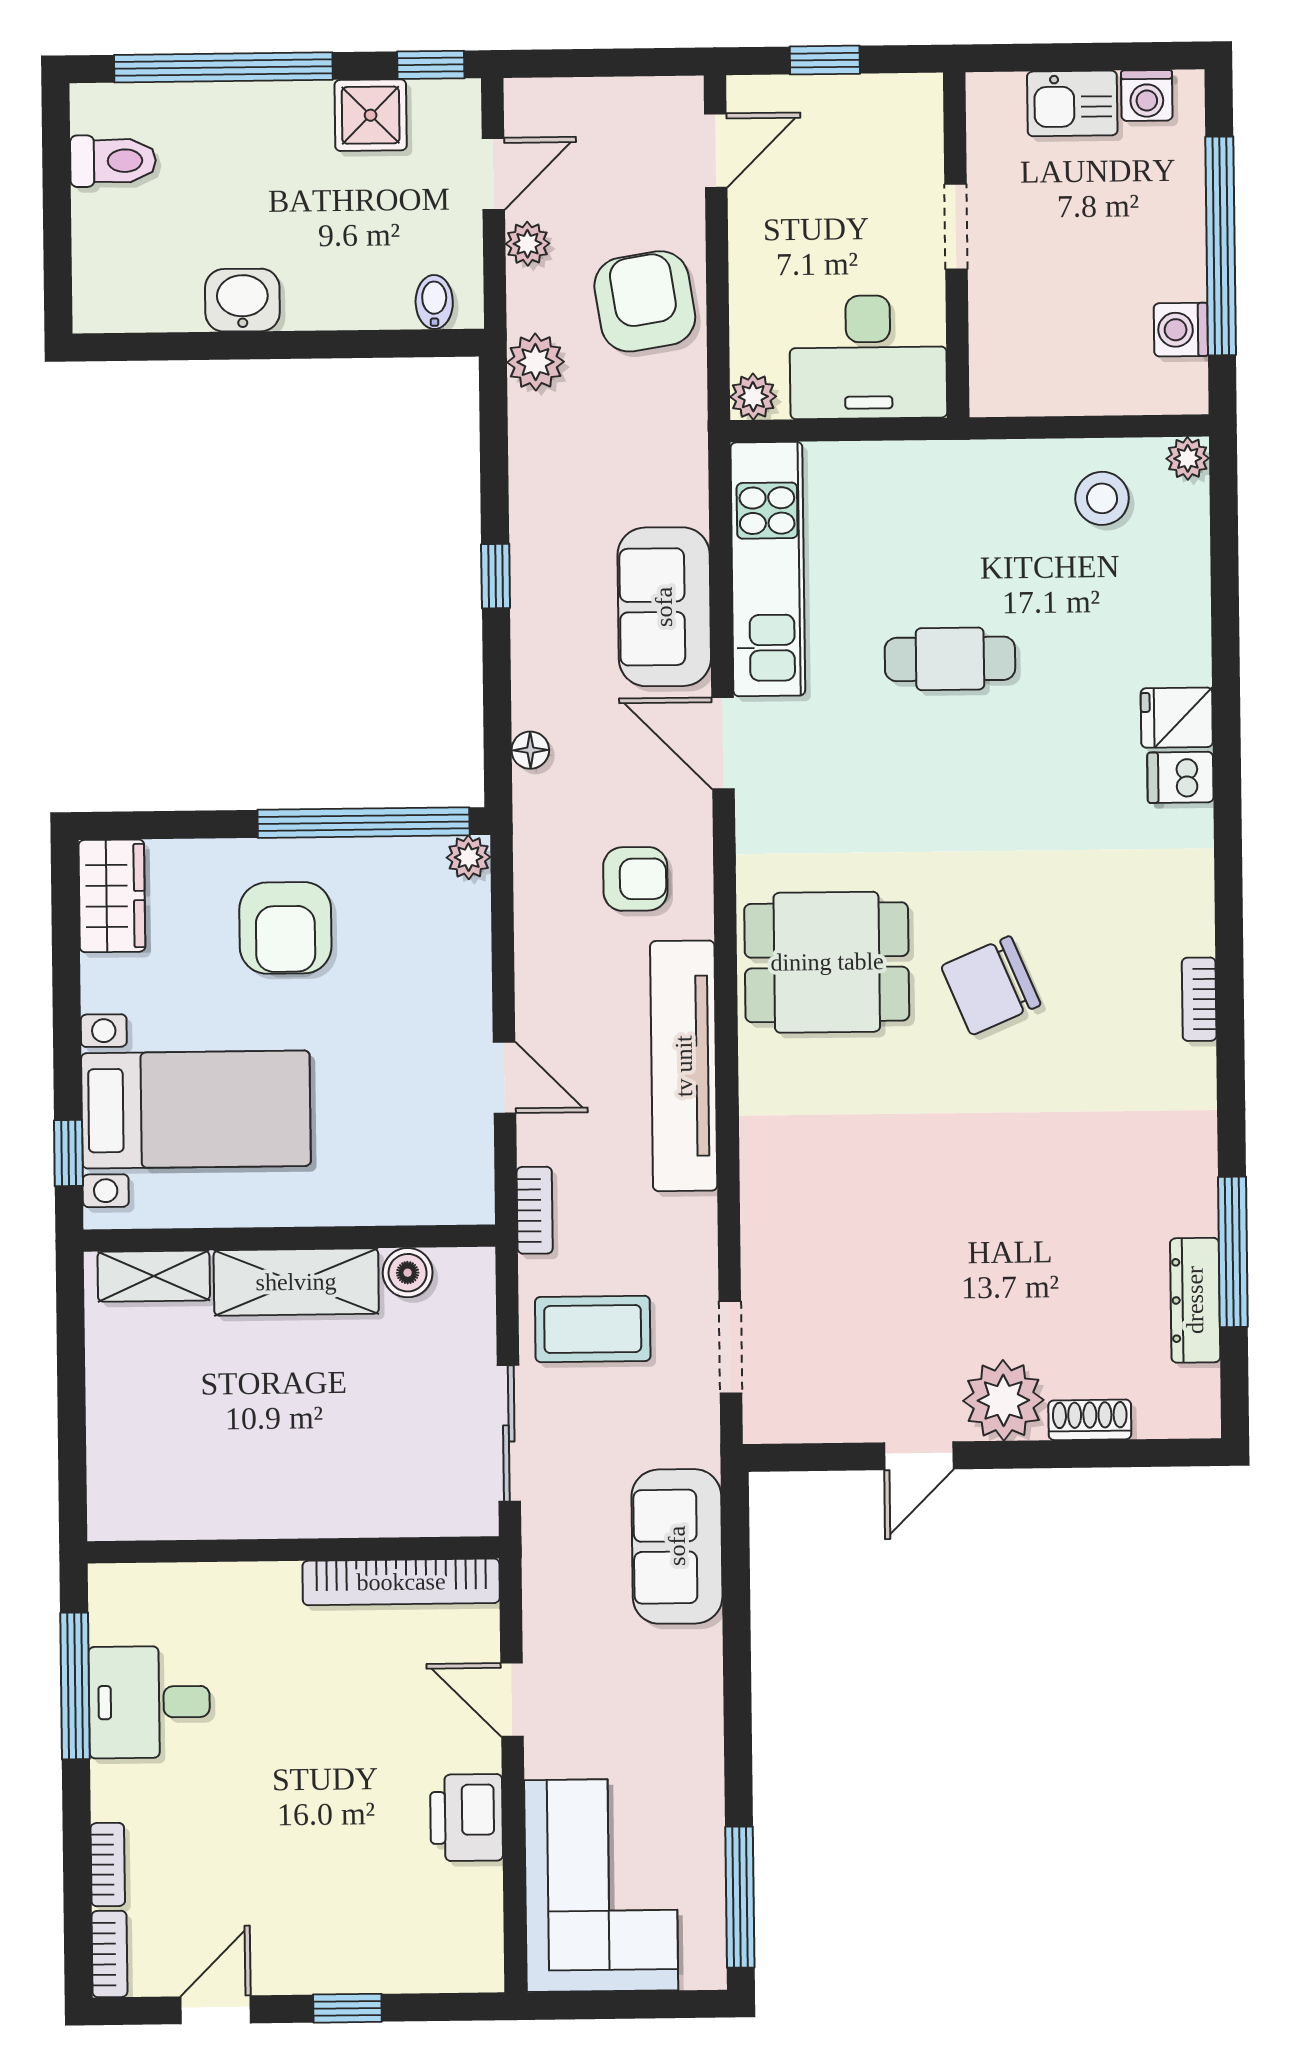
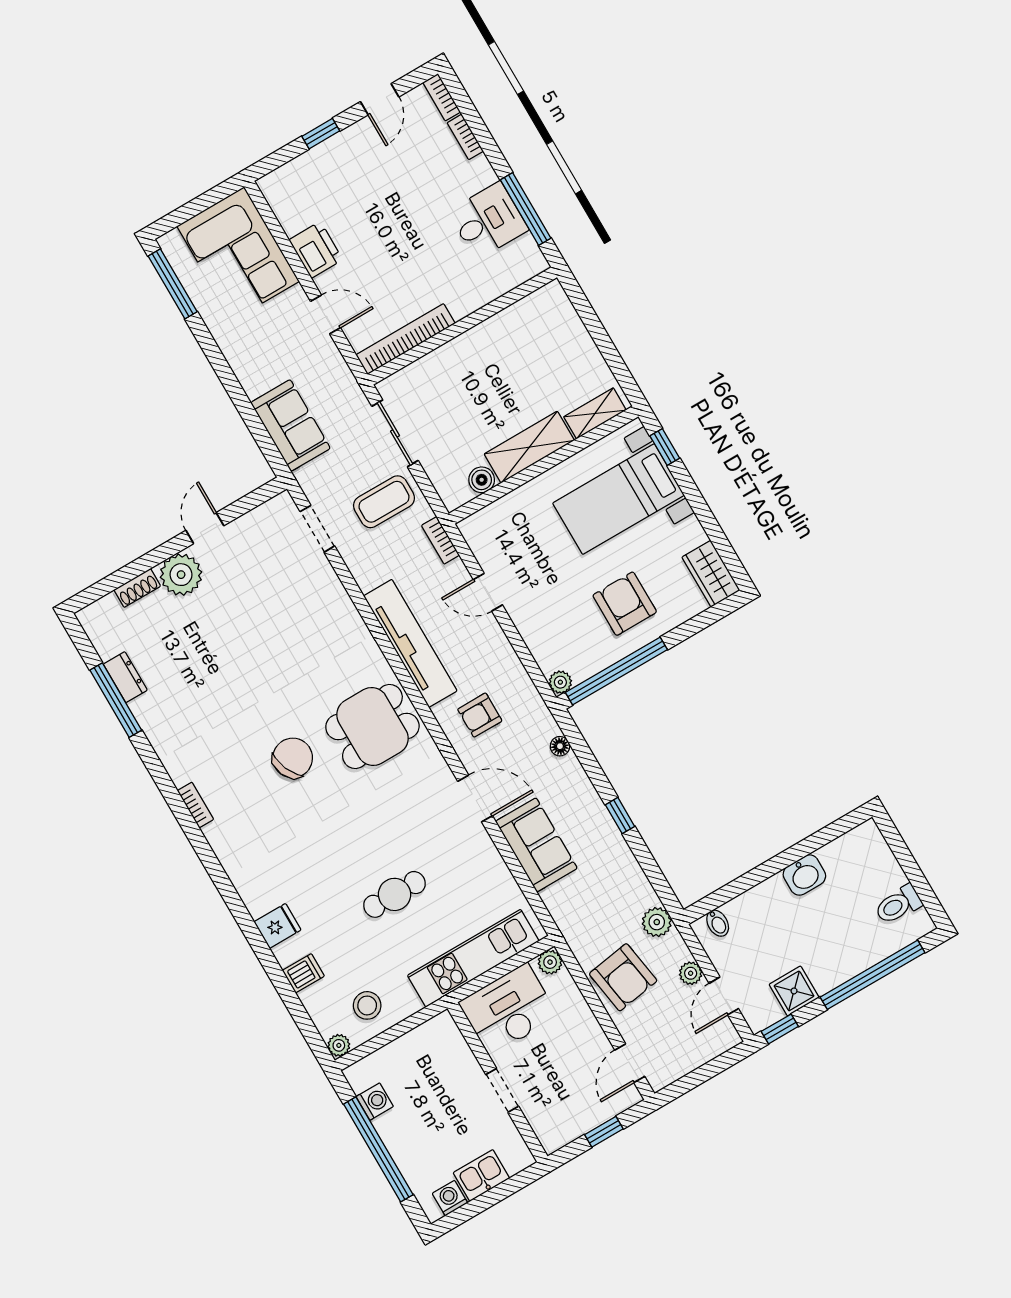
kitchen unit: (768, 569) -> (473, 958), moved, turned 90
dishwasher: (1180, 777) -> (303, 973), moved
dresser: (1195, 1300) -> (125, 677), width x0.70

